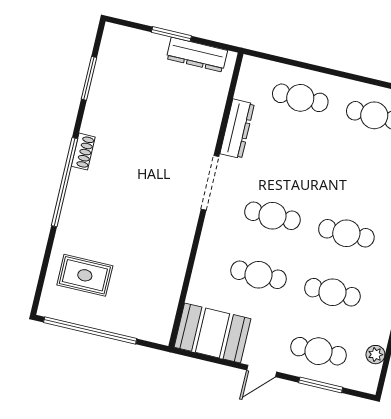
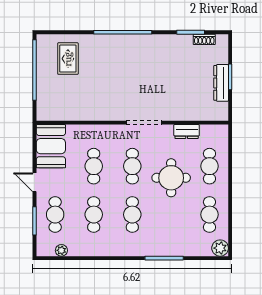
dresser: (197, 55) -> (221, 83), moved
dresser: (237, 129) -> (187, 131), width x0.70
shoe rack: (83, 152) -> (204, 39), moved
round table: (304, 161) -> (171, 178), added

